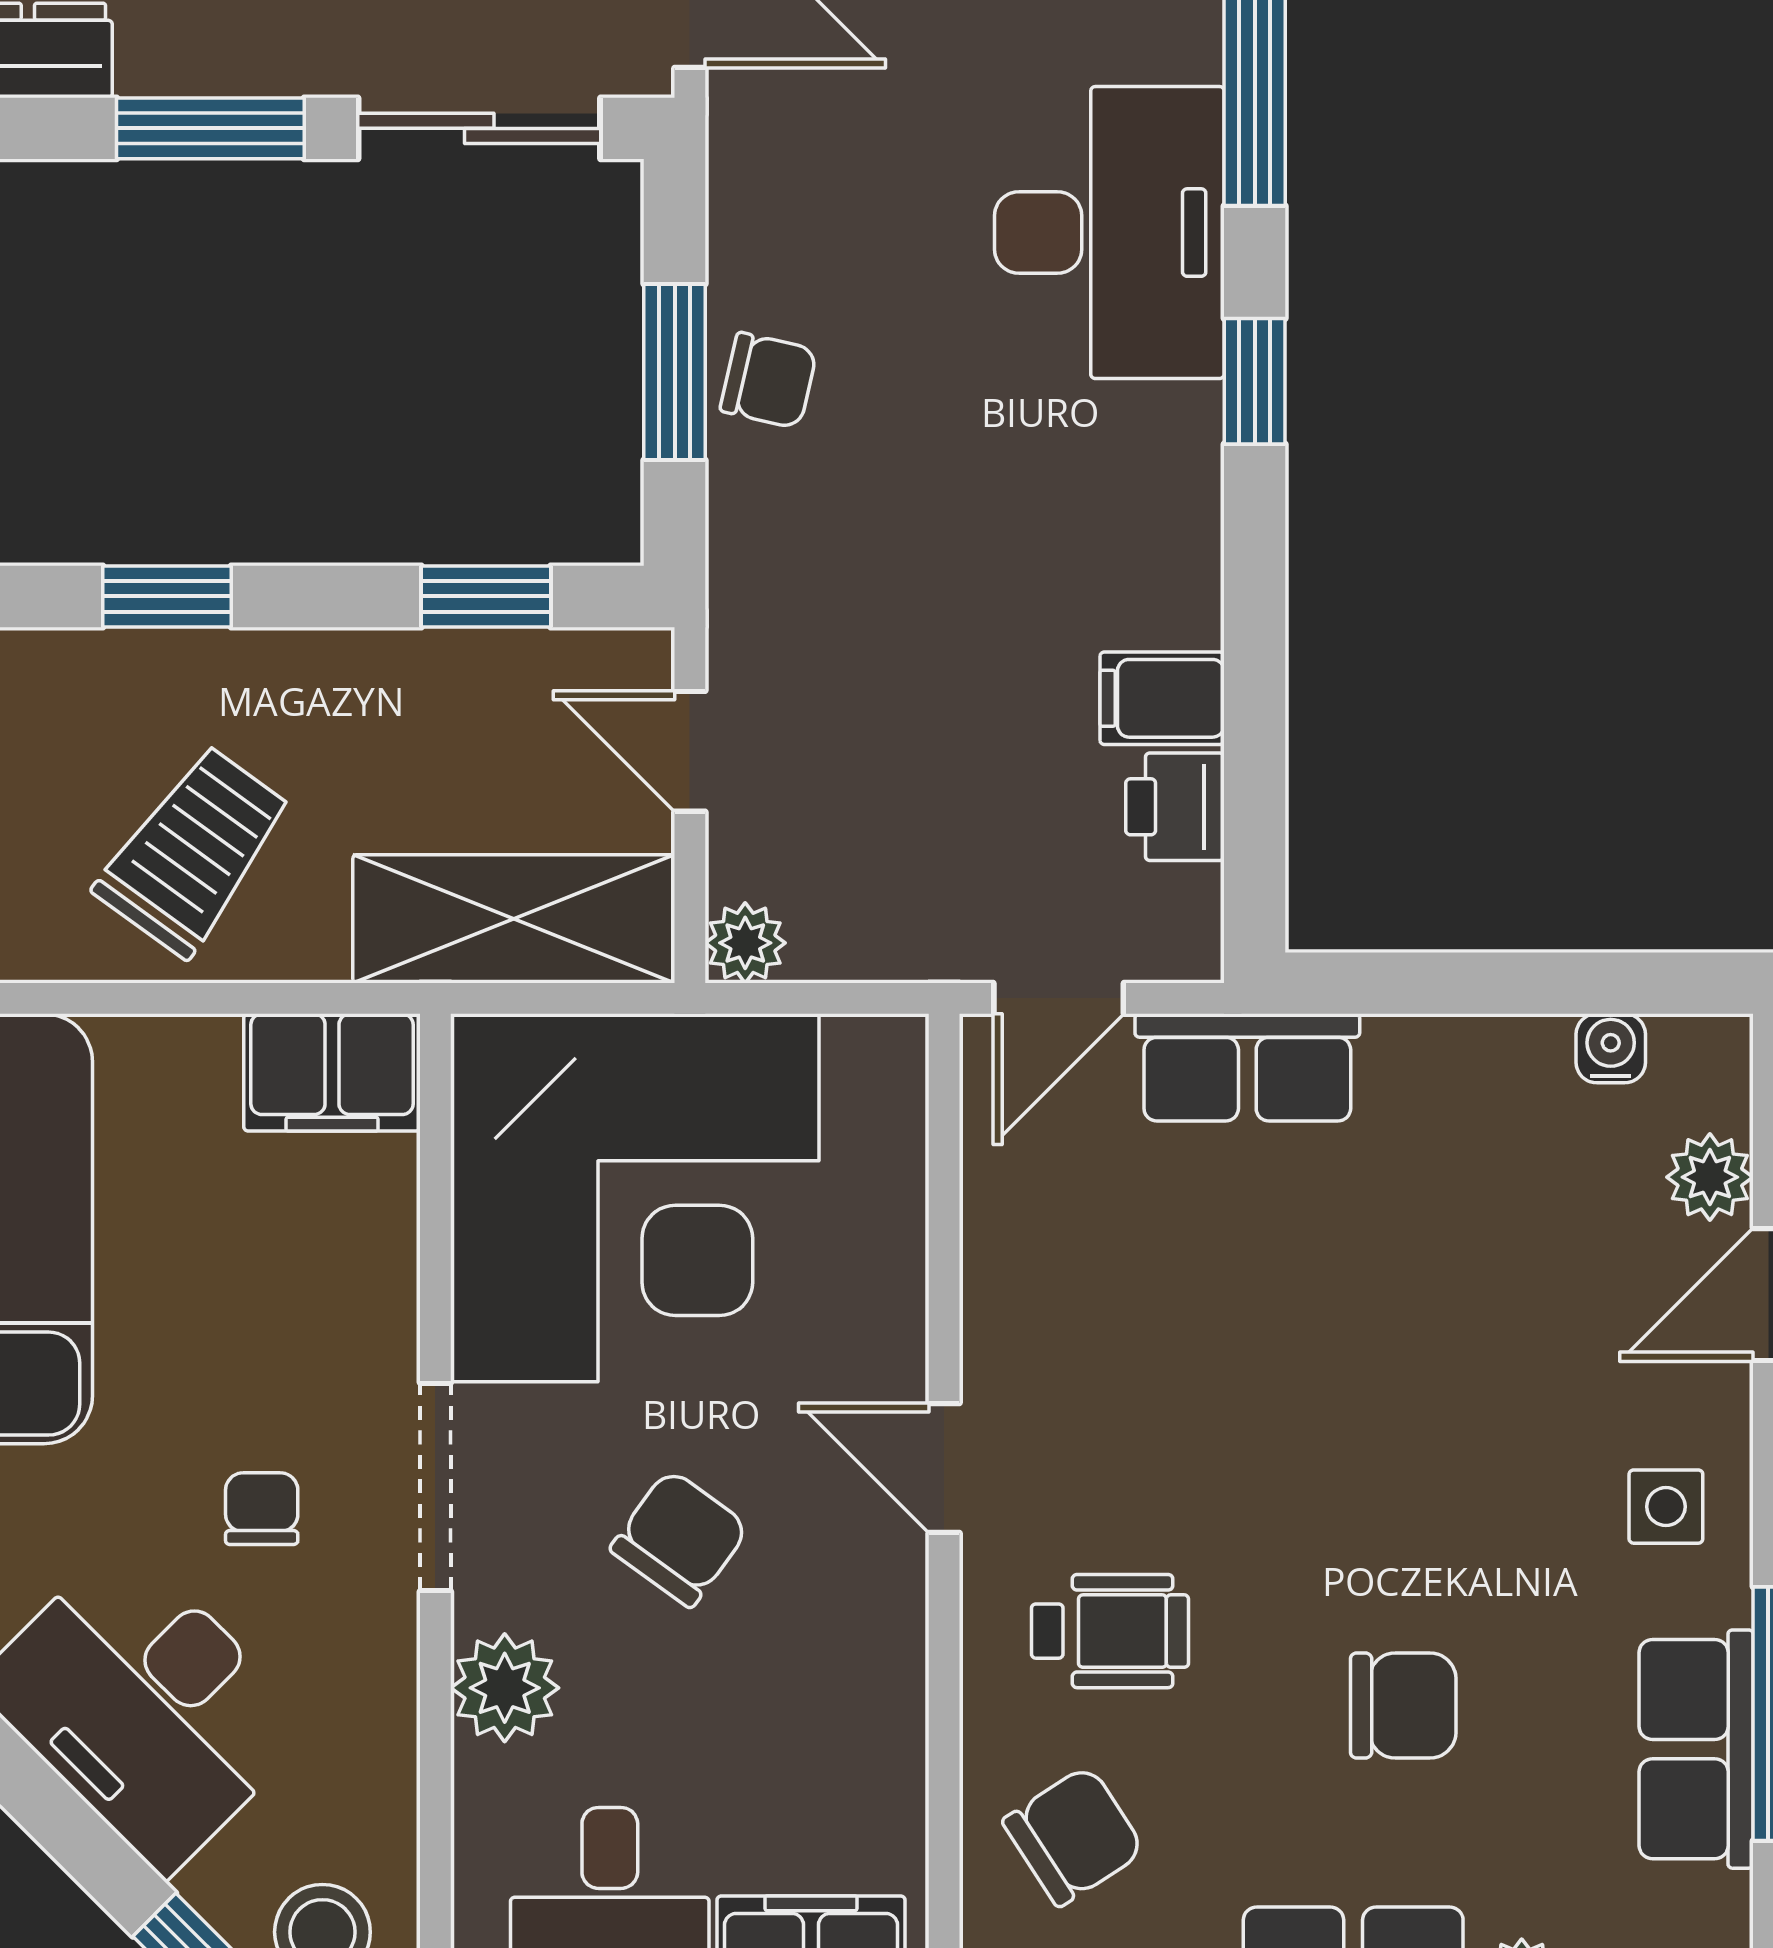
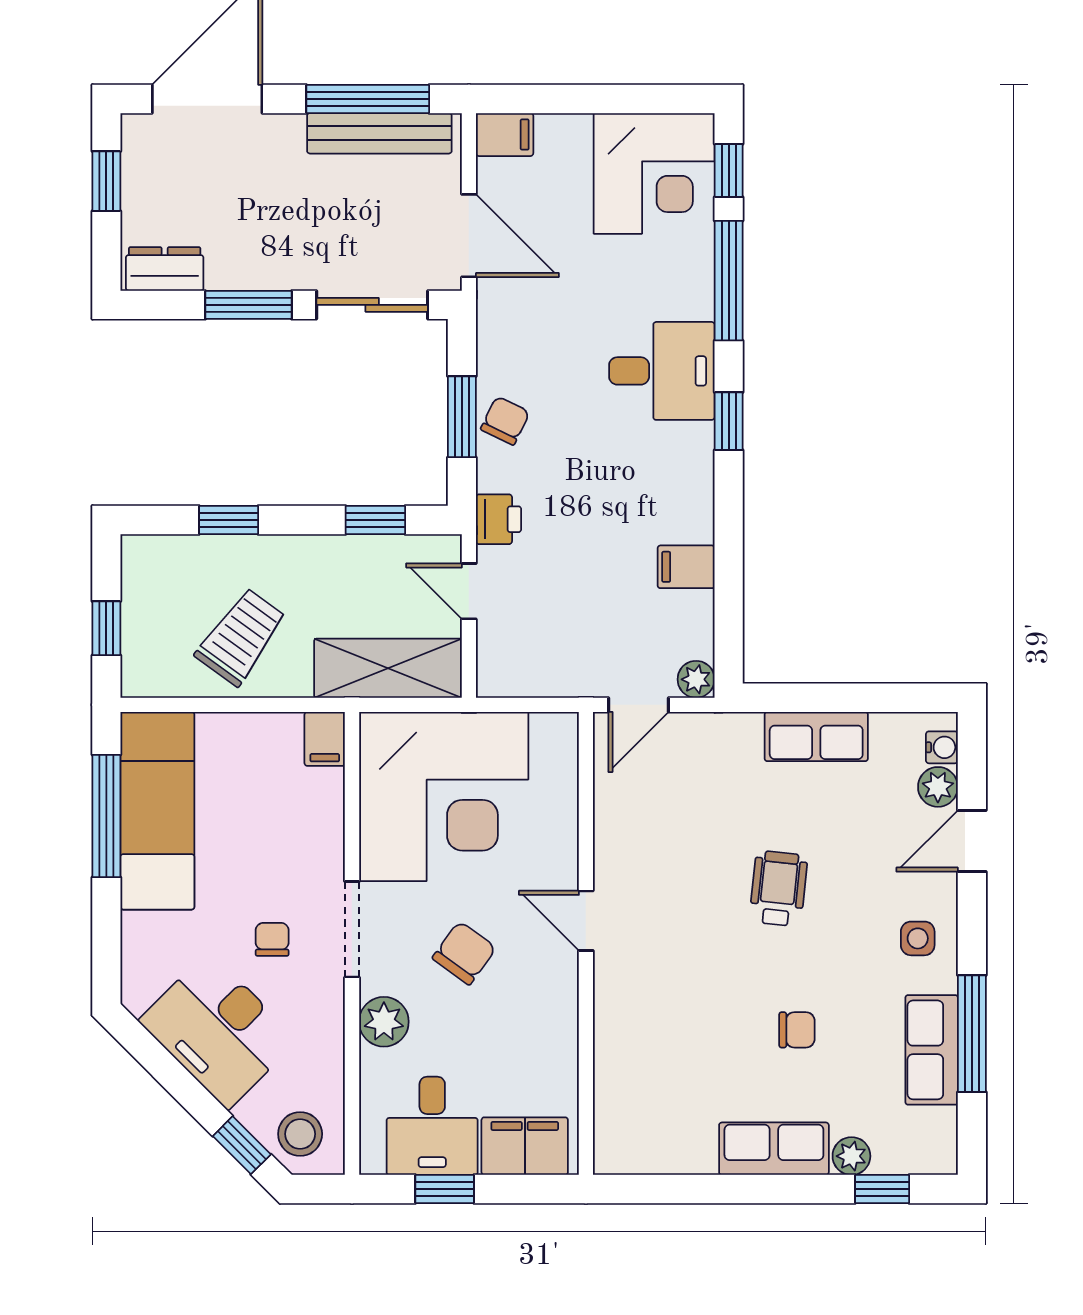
desk: (1109, 233) -> (662, 371), width x0.73
chair: (769, 380) -> (505, 421), turned -77
printer: (1175, 807) -> (499, 519), moved, turned 180
plant: (745, 943) -> (696, 679), moved
water cooler: (1611, 1048) -> (942, 747), moved, turned 90
row of seats: (1247, 1067) -> (816, 736), moved
filing cabinet: (332, 1072) -> (325, 739), width x0.50
wheelchair: (1110, 1631) -> (778, 889), moved, turned -84
chair: (1403, 1706) -> (797, 1030), width x0.73, depth x0.73
chair: (1074, 1836) -> (645, 1090), removed

